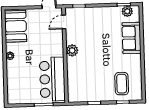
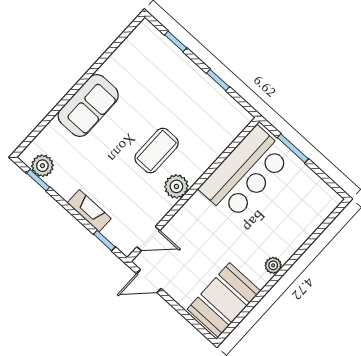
fireplace: (95, 11) -> (89, 211), added
sofa: (131, 38) -> (88, 105), moved
coffee table: (122, 84) -> (157, 151), moved

